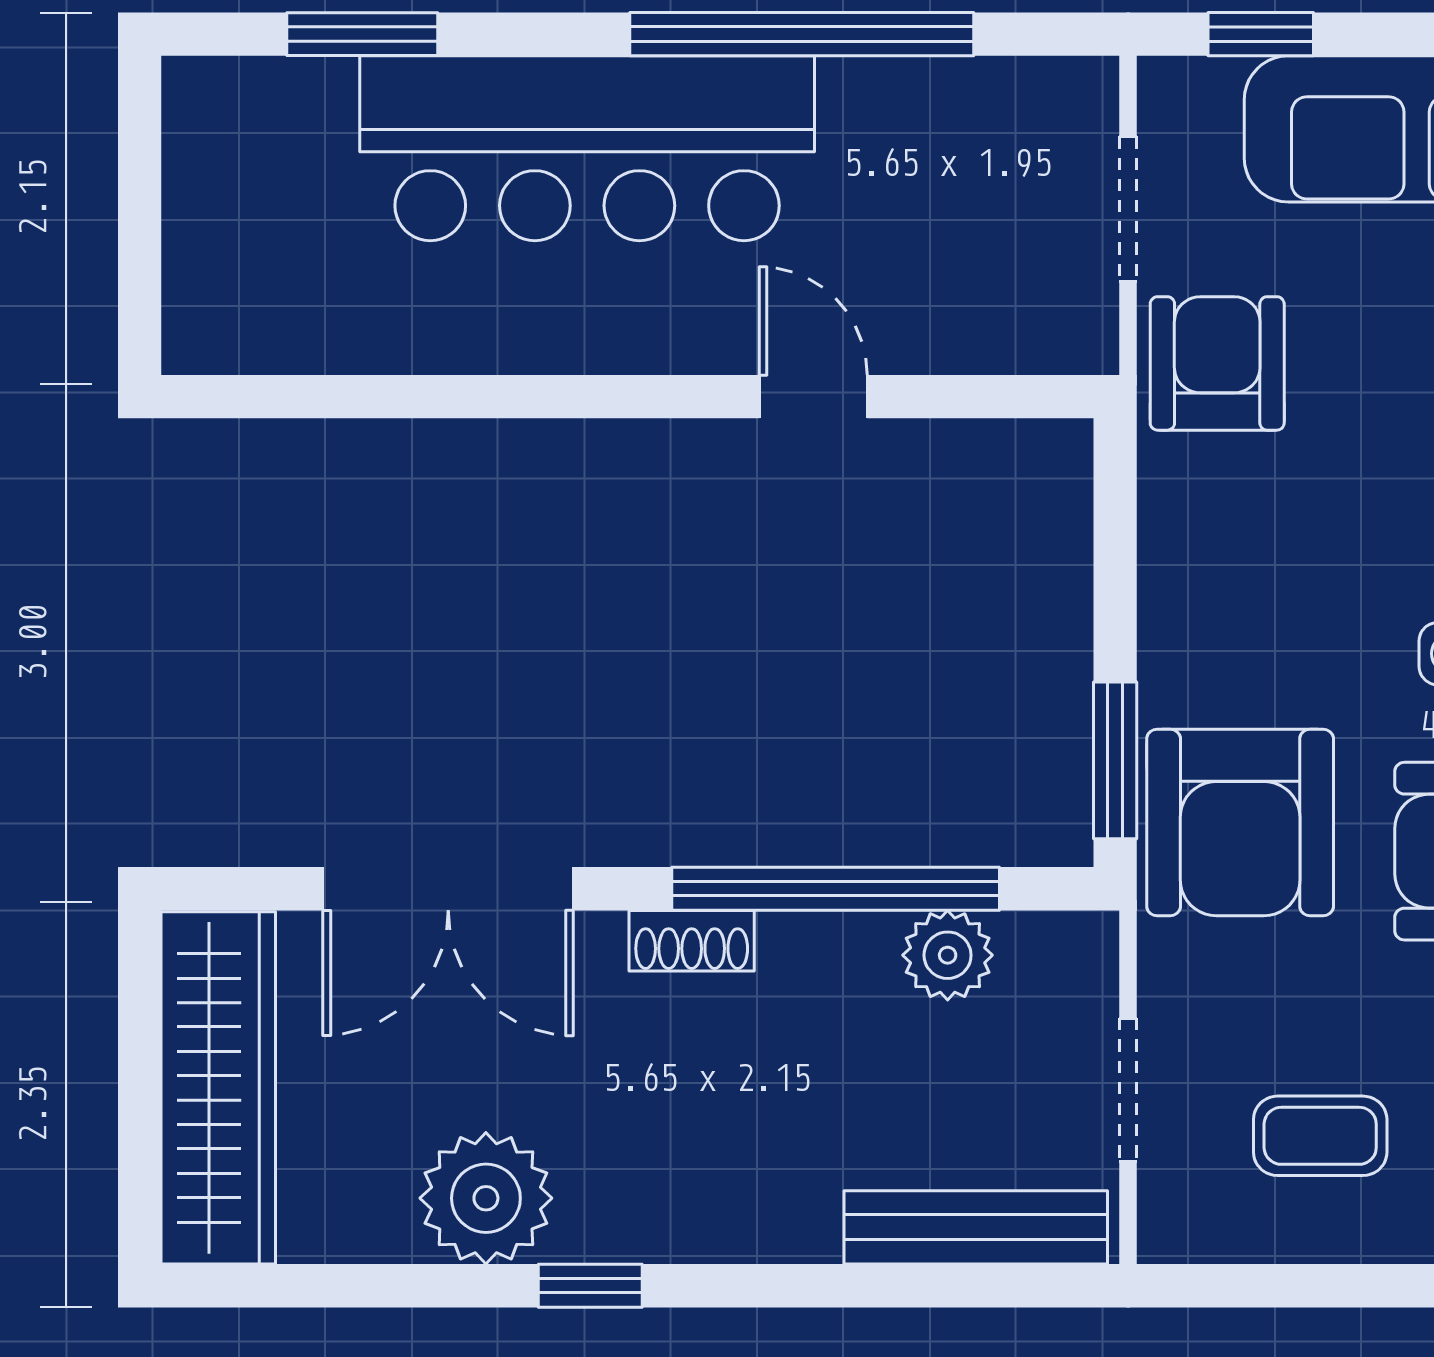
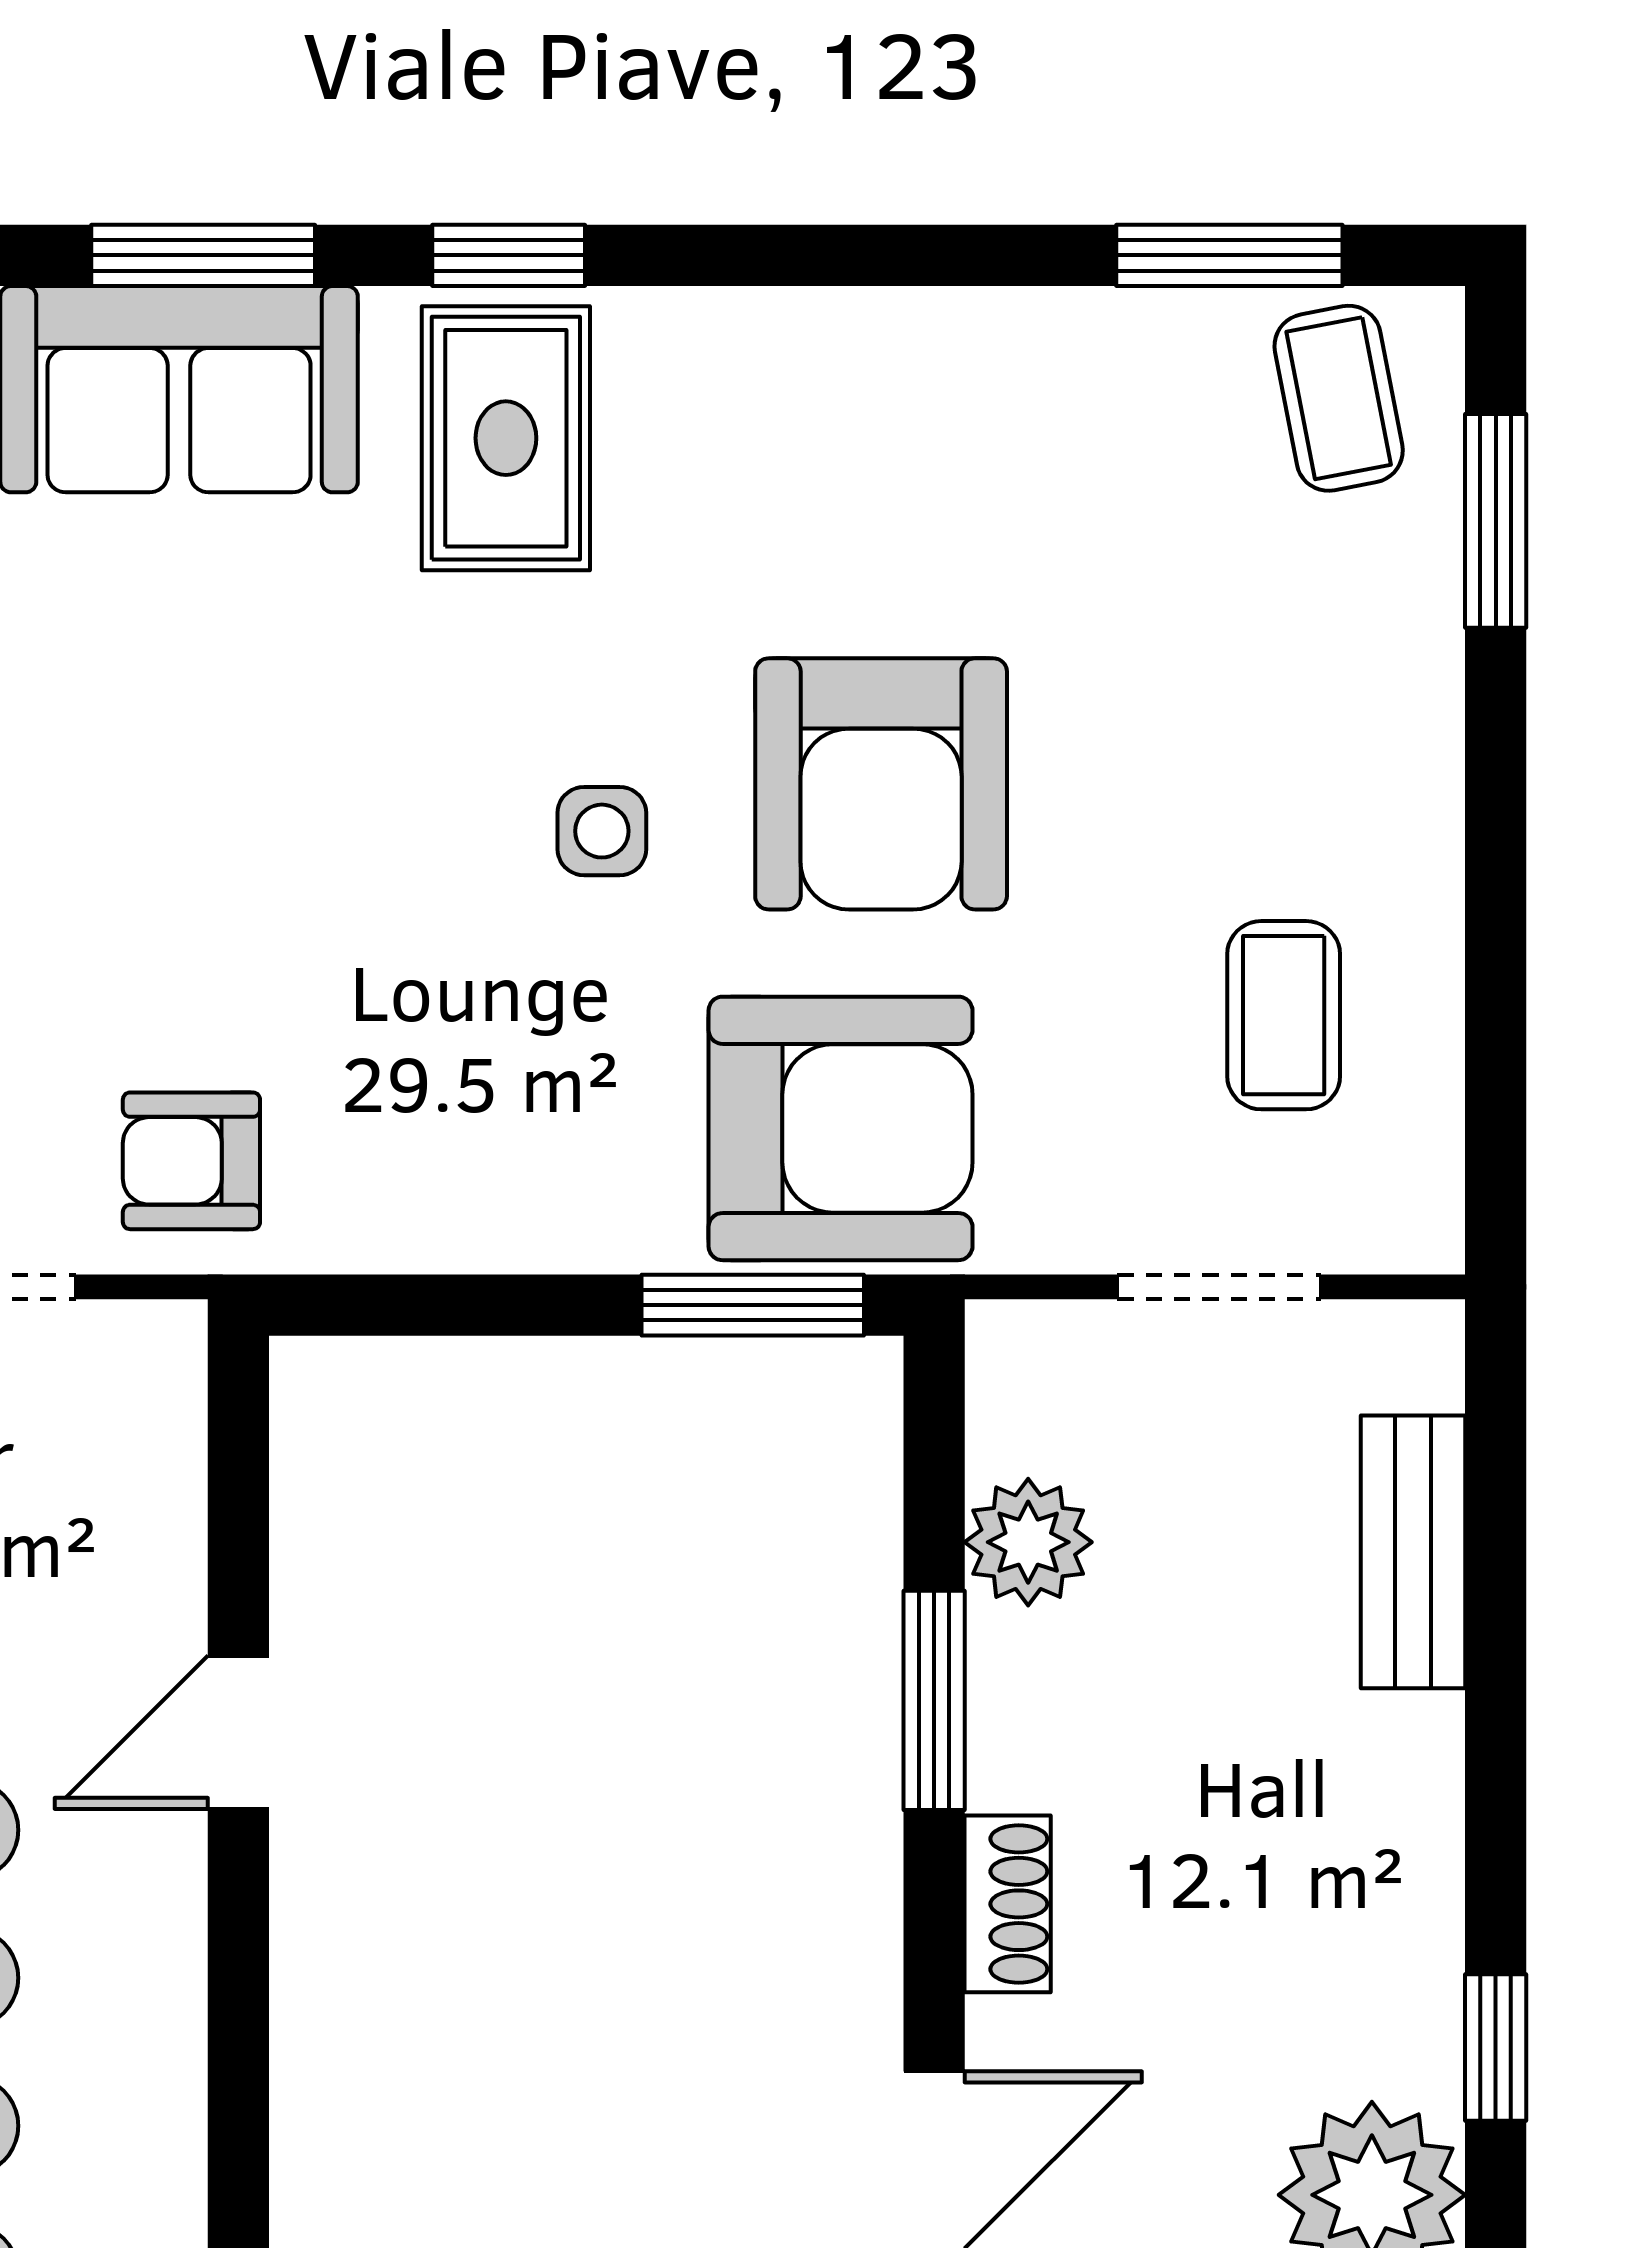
armchair: (1217, 363) -> (191, 1161), width x0.72, depth x0.72
window: (836, 889) -> (934, 1700), width x0.47
bench: (976, 1227) -> (1413, 1552), width x0.73

